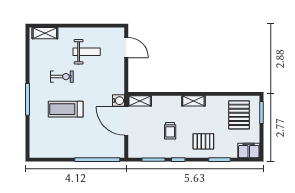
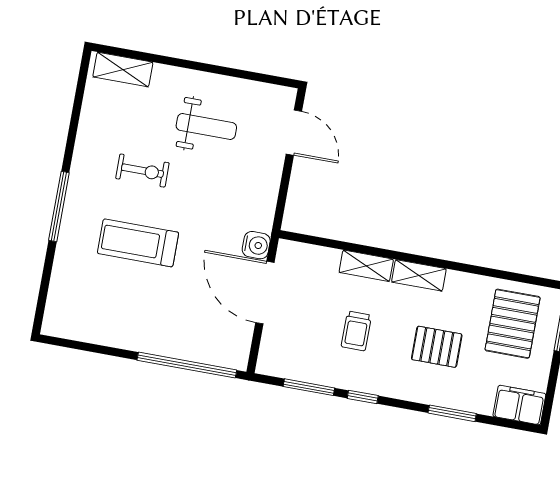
shelving: (140, 101) -> (366, 266), moved
pallet: (203, 141) -> (437, 347), moved

